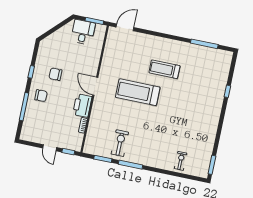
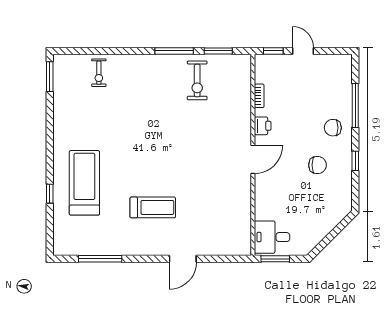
door: (125, 27) -> (183, 259), moved
desk: (83, 32) -> (272, 237), moved, turned 90
door: (95, 86) -> (253, 159), hinge flipped
treadmill: (138, 92) -> (84, 183), moved, turned -90
printer: (82, 106) -> (263, 126), width x0.53, depth x0.68

